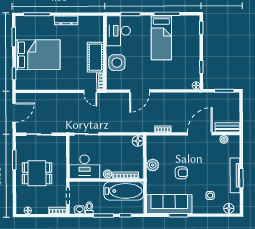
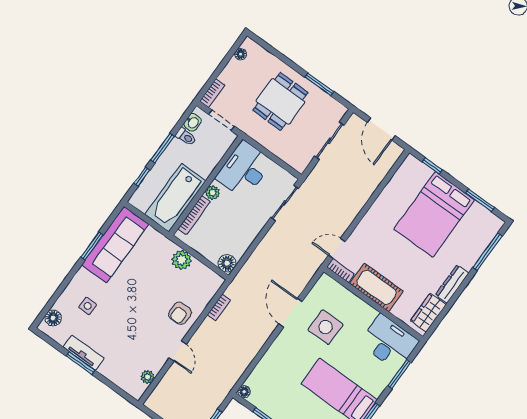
wardrobe: (89, 22) -> (428, 313), added
side table: (117, 63) -> (326, 327), moved
bench: (227, 127) -> (160, 393), removed
door: (200, 134) -> (178, 351), width x0.53
armchair: (181, 173) -> (180, 313), moved
tv unit: (235, 175) -> (84, 353), width x0.71

